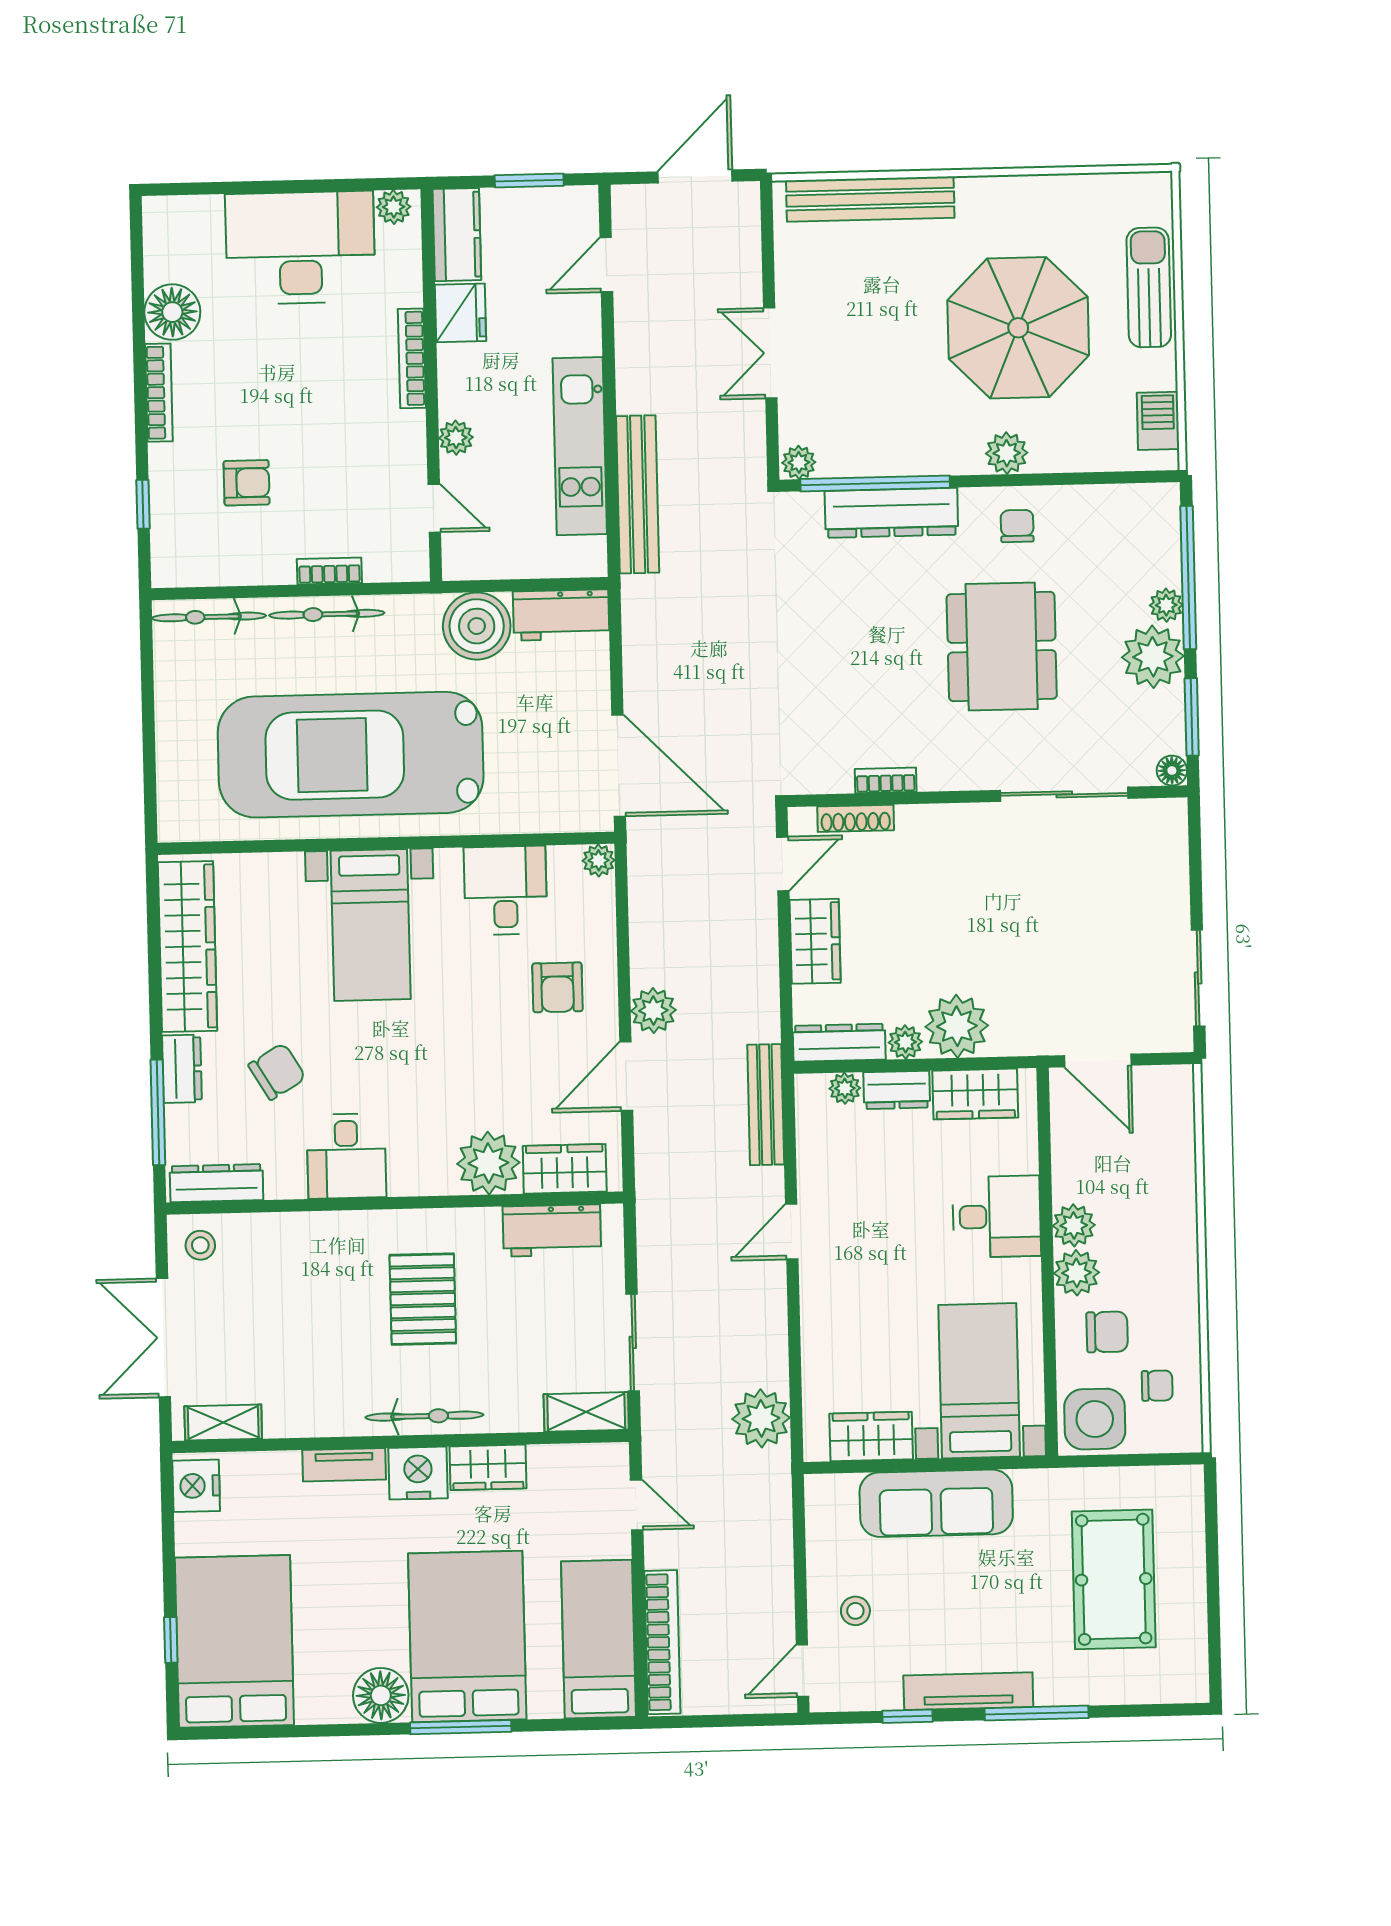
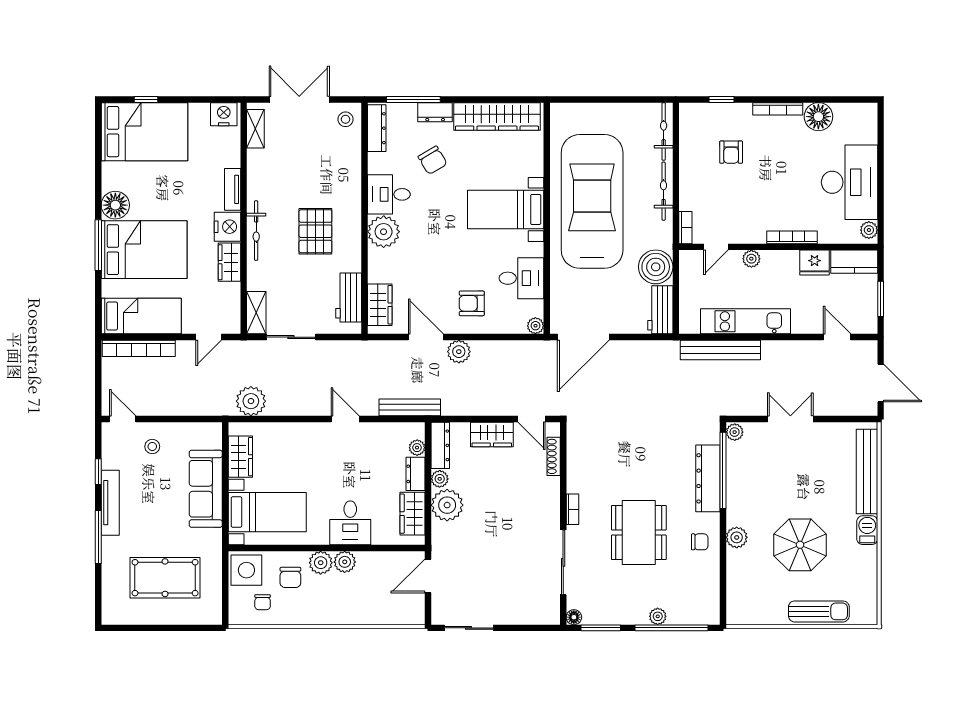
parasol: (1018, 328) -> (800, 545), width x0.73, depth x0.73
barbecue: (1158, 421) -> (867, 530), moved, turned -90
bookcase: (329, 571) -> (685, 228), moved
dining table: (1002, 647) -> (639, 533), turned 90
plant: (1153, 657) -> (632, 609), removed
bookcase: (886, 780) -> (572, 509), moved
plant: (488, 1163) -> (384, 232), moved
pallet: (423, 1299) -> (315, 231), turned 90

